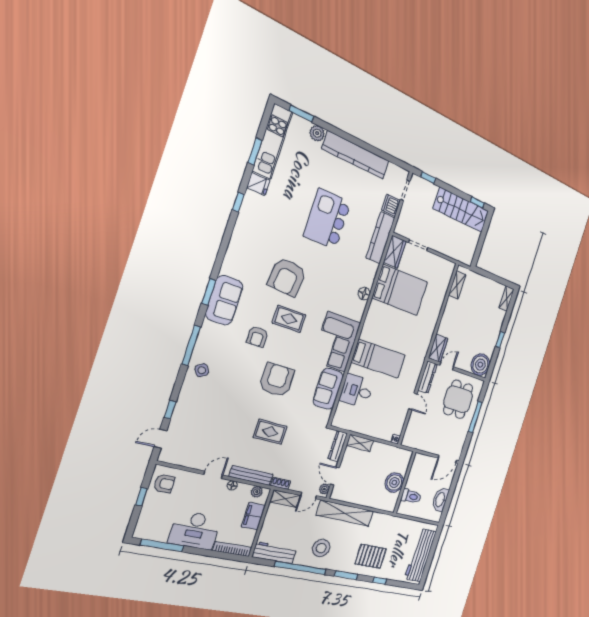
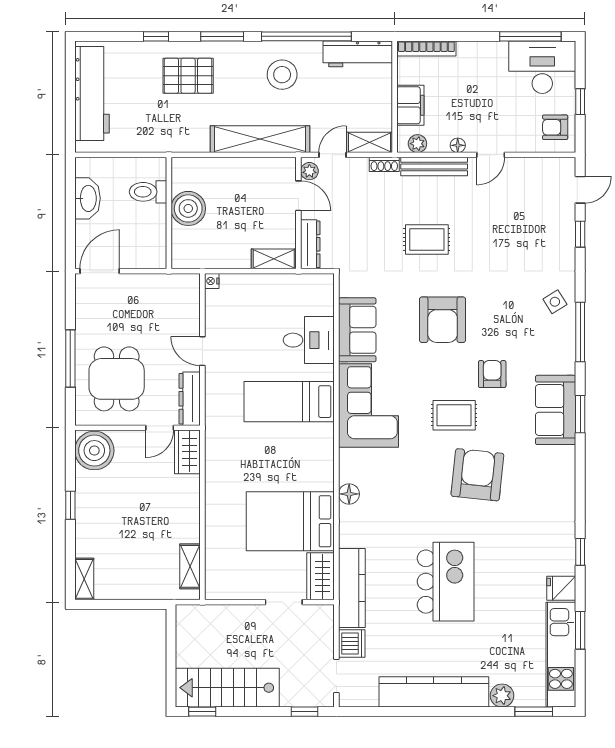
desk: (195, 530) -> (542, 67), moved

